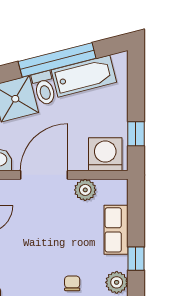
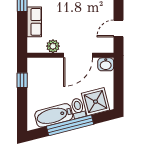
washing machine: (105, 154) -> (41, 68), removed

